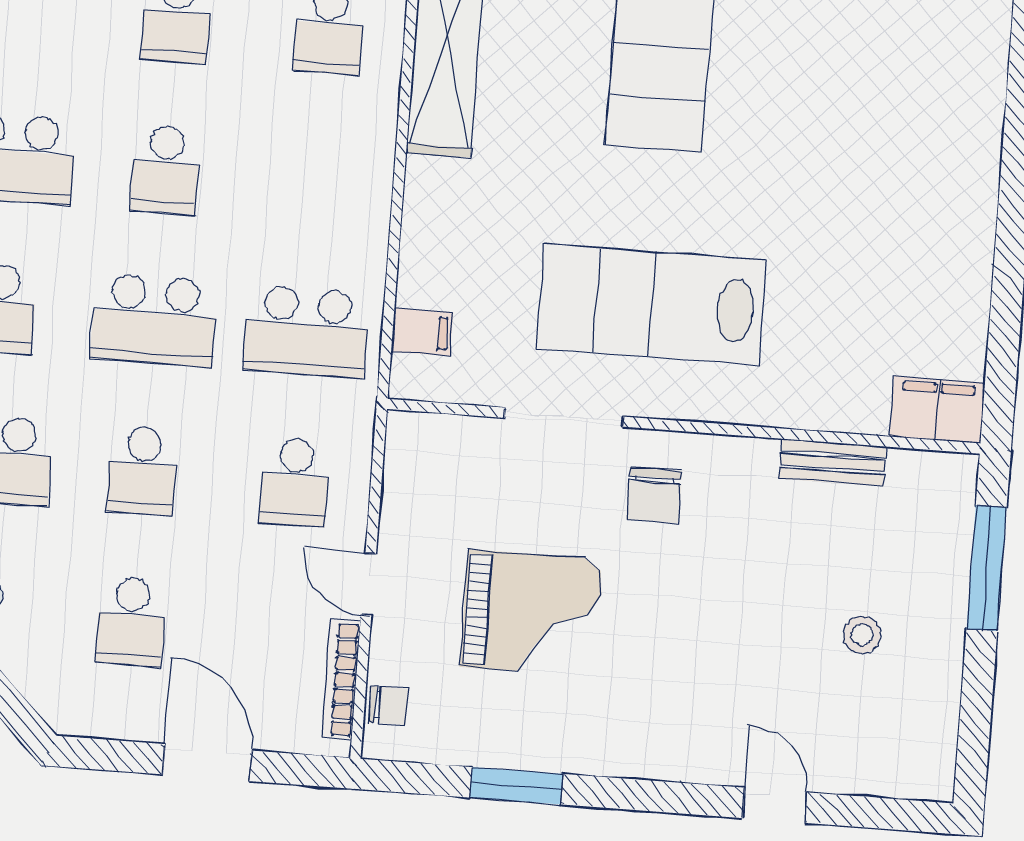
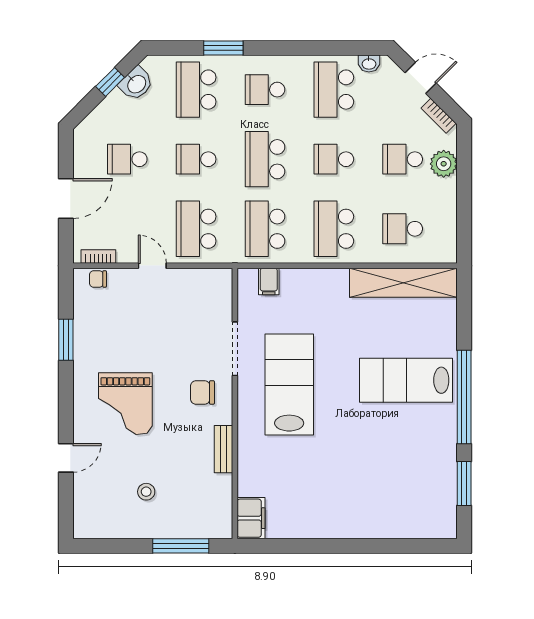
school desk: (317, 181) -> (334, 229), added
bench: (833, 463) -> (223, 449), moved
school desk: (295, 482) -> (196, 229), width x1.85
door: (368, 584) -> (152, 266), hinge flipped
grand piano: (532, 613) -> (125, 404), moved
bookcase: (341, 679) -> (98, 256), width x0.64
chair: (388, 705) -> (98, 279), turned 90

